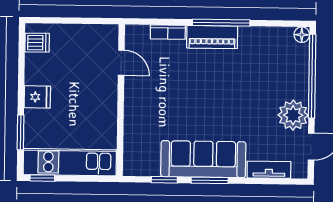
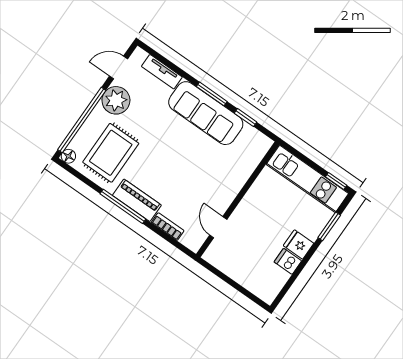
dishwasher: (37, 43) -> (288, 261), moved
rug: (265, 64) -> (111, 153), added

